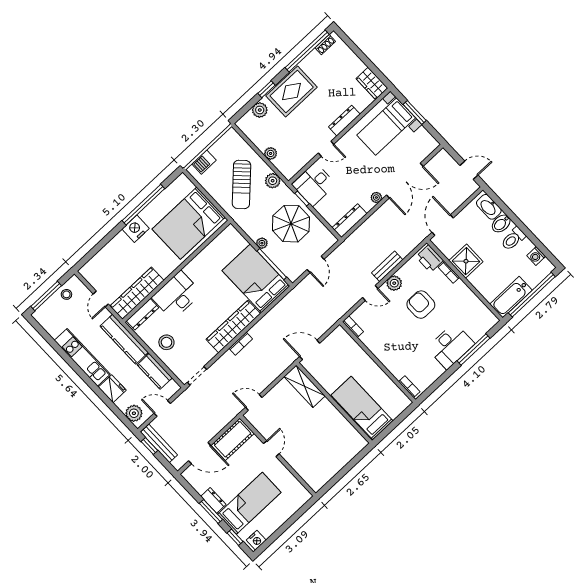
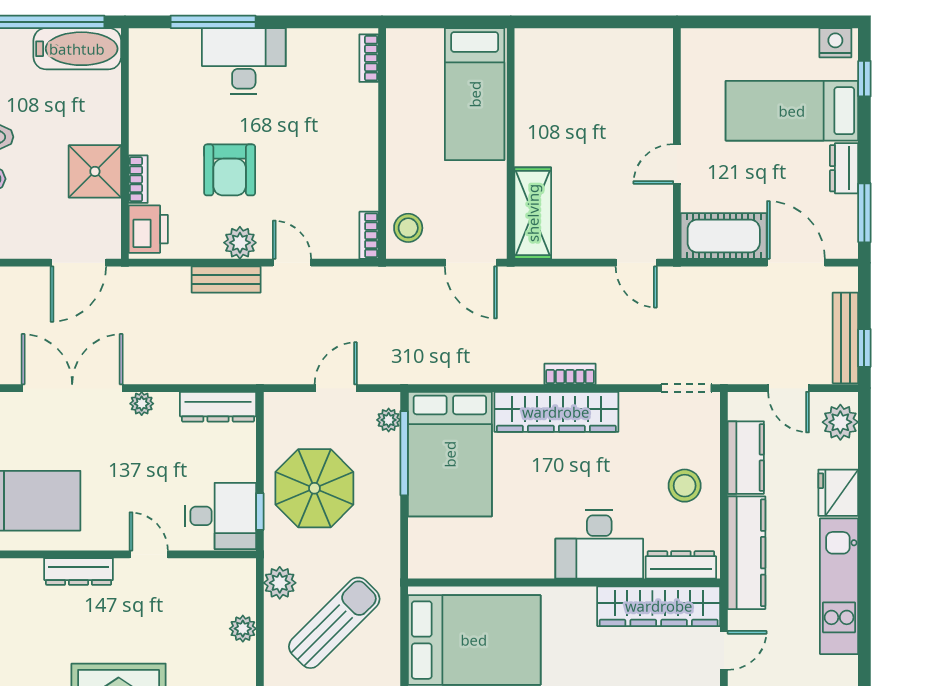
plant: (262, 243) -> (389, 420), moved
stool: (342, 342) -> (408, 228), added
window: (211, 511) -> (864, 213), moved

